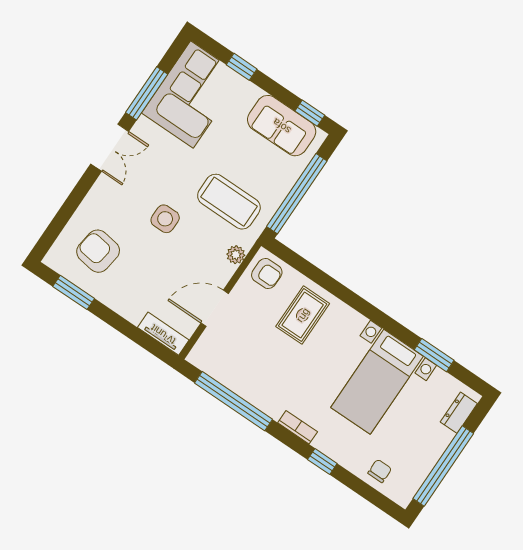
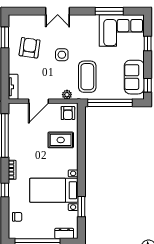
double door: (110, 148) -> (58, 11), moved
armchair: (98, 251) -> (30, 48), moved
door: (215, 308) -> (38, 101), swing flipped

